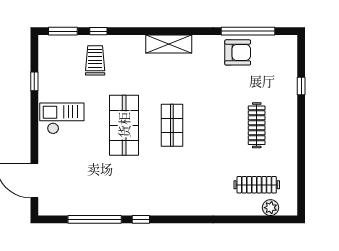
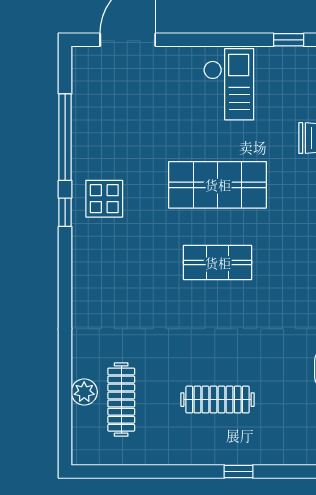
window: (301, 86) -> (239, 472), moved
display table: (133, 195) -> (104, 199), added
plant: (270, 208) -> (84, 392), moved

